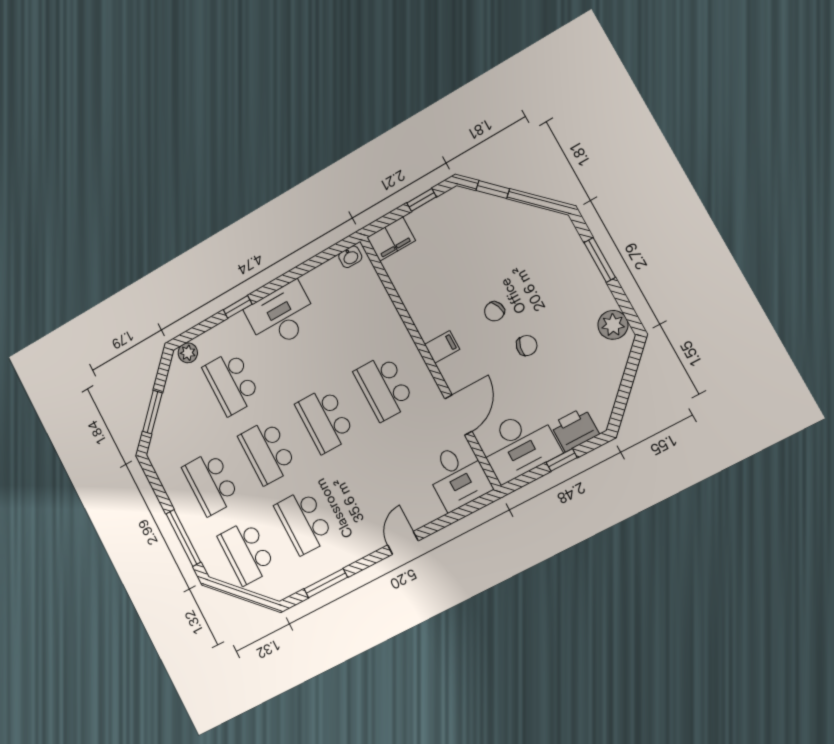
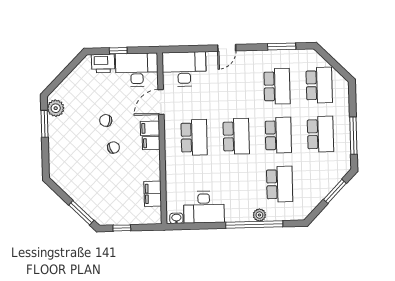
window: (493, 190) -> (81, 213), width x1.50
filing cabinet: (391, 239) -> (153, 194), moved, turned -90
window: (600, 260) -> (45, 124), moved
window: (238, 307) -> (254, 224), width x3.17
desk: (282, 316) -> (204, 207), moved
plant: (188, 353) -> (259, 215), moved
filing cabinet: (455, 368) -> (150, 128), added
desk: (458, 476) -> (184, 69), width x1.37
window: (183, 538) -> (353, 136), moved

